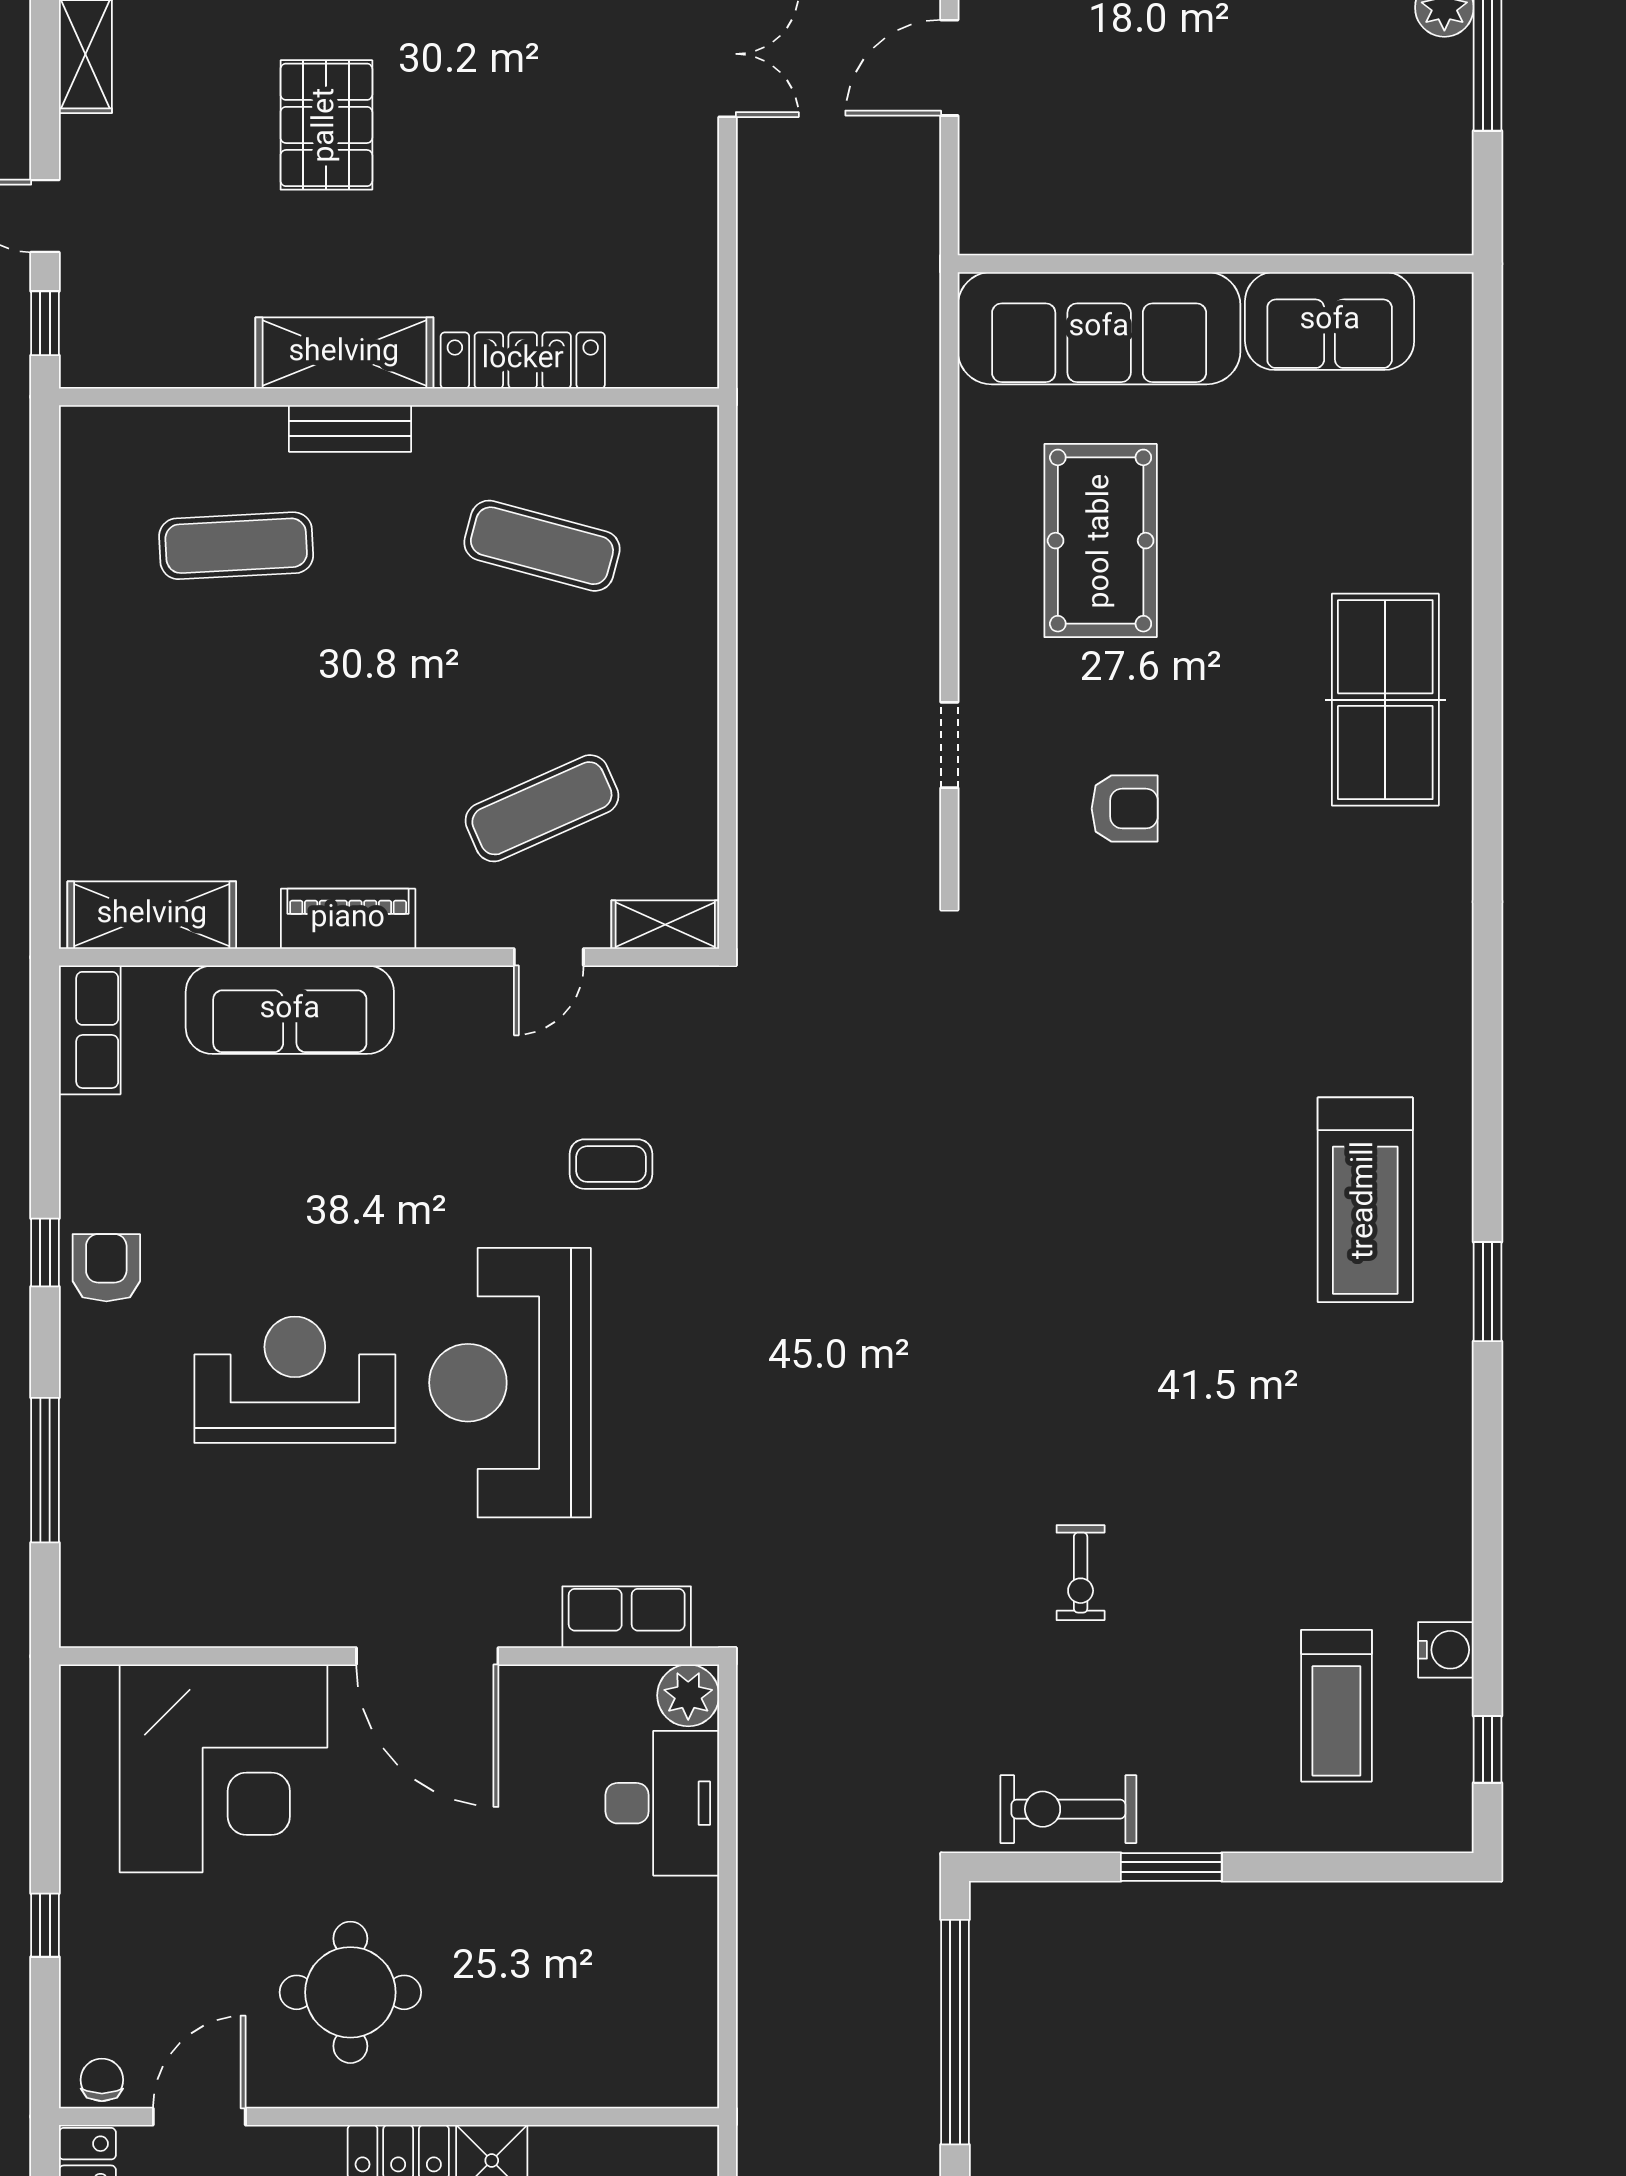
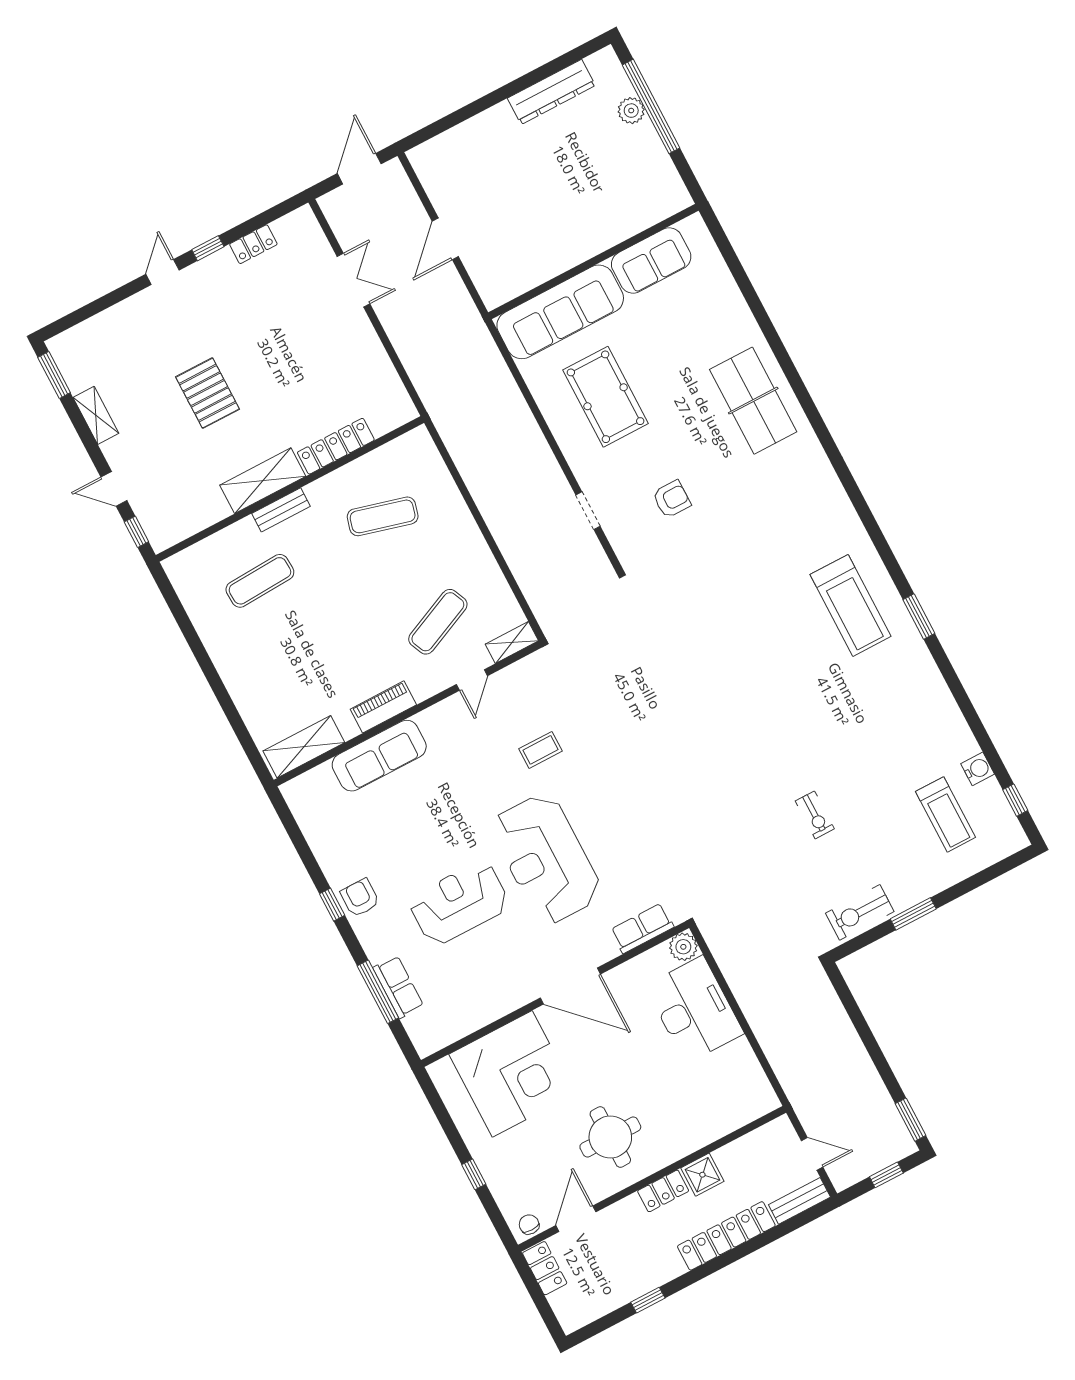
row of seats: (90, 1030) -> (398, 987), moved
desk: (662, 1803) -> (694, 1010), width x1.36, depth x1.30
window: (955, 2032) -> (861, 1026), removed

